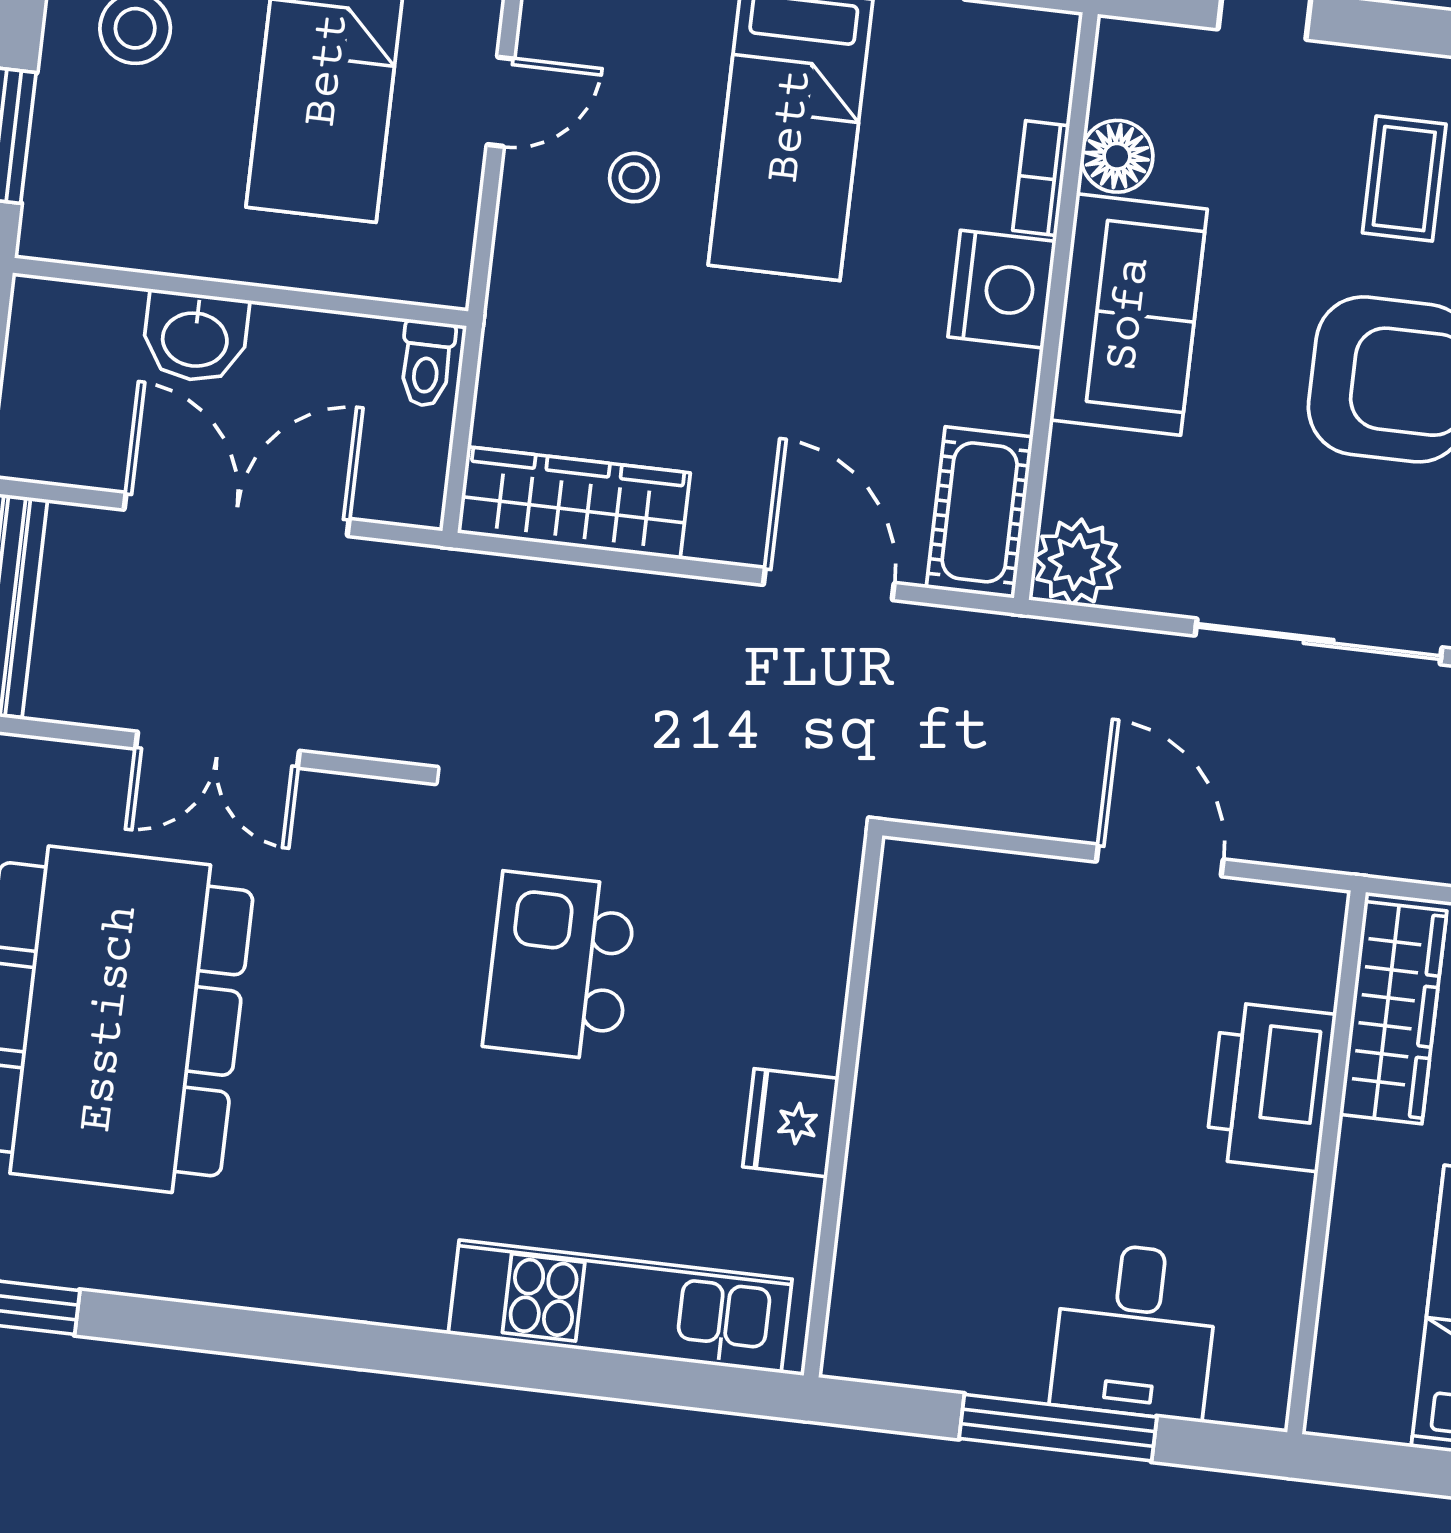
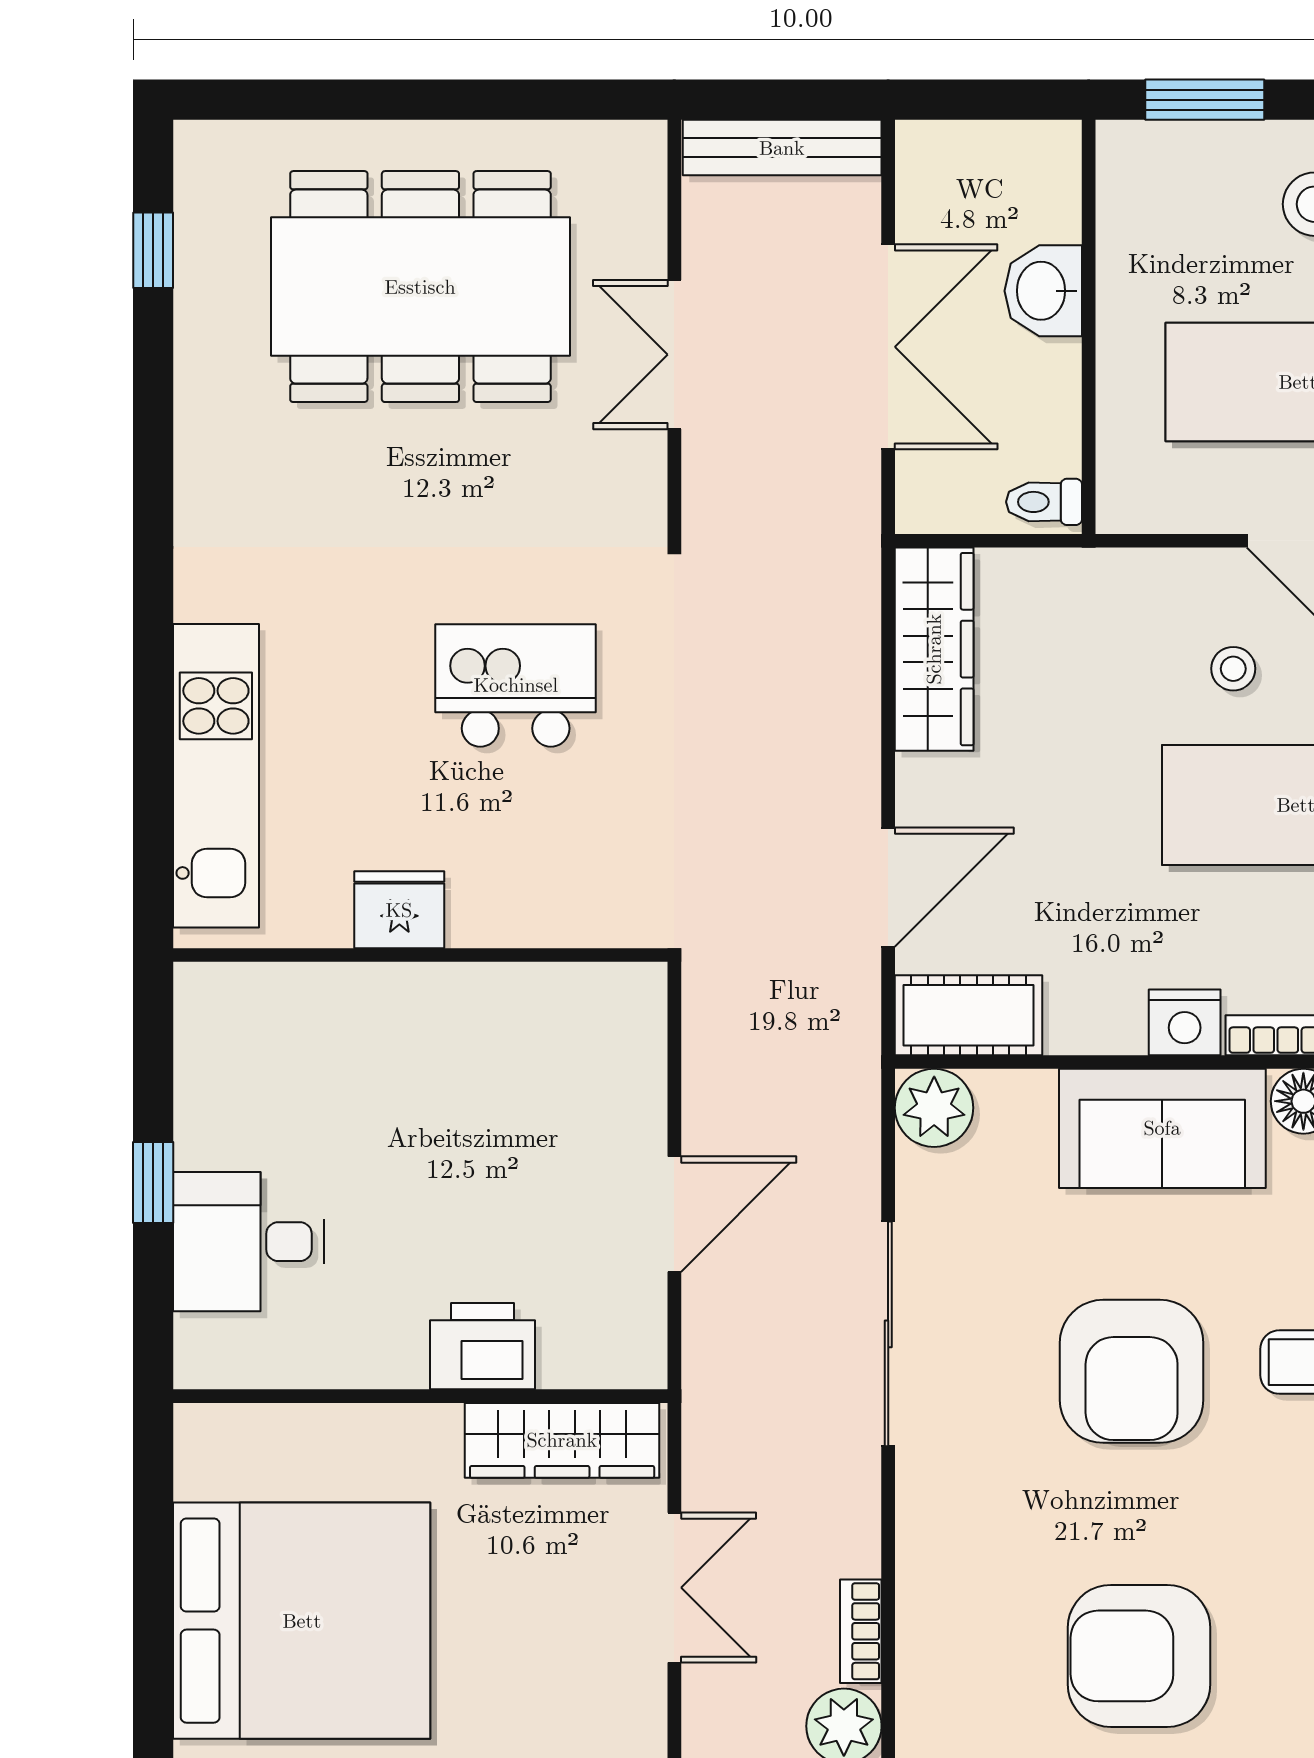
nightstand: (1002, 289) -> (1185, 1022), width x0.74, depth x0.75
printer: (1271, 1087) -> (483, 1346), width x0.73, depth x0.84
window: (1058, 1428) -> (153, 1183), width x0.46

